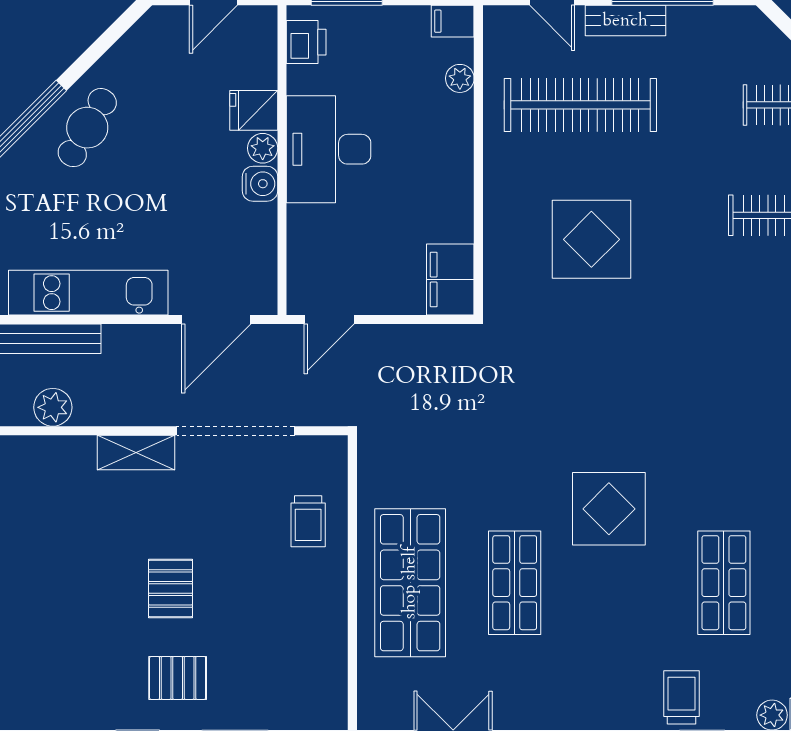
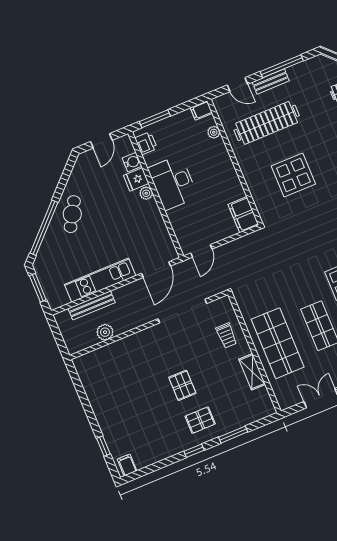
water cooler: (260, 184) -> (132, 162), moved
shelving: (136, 453) -> (252, 372), moved, turned 90

